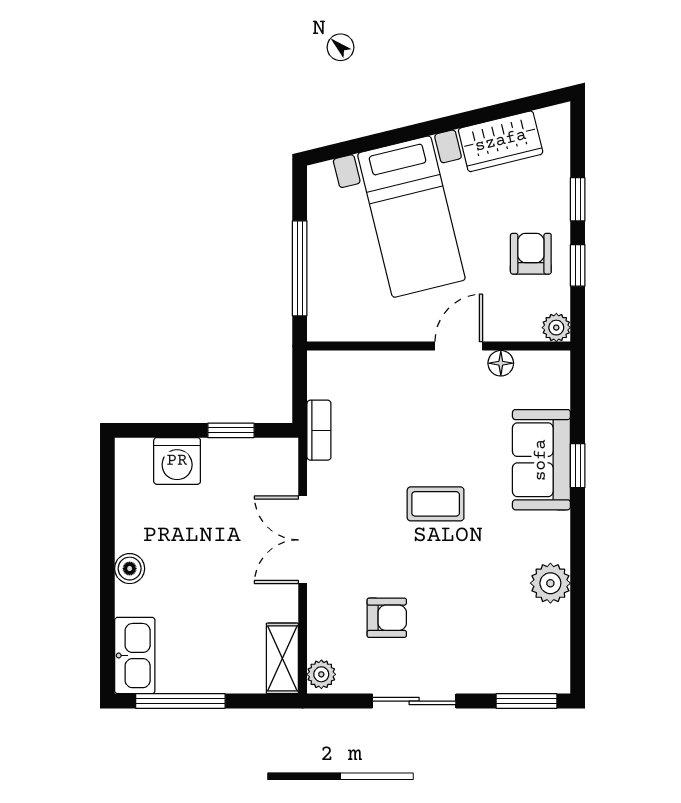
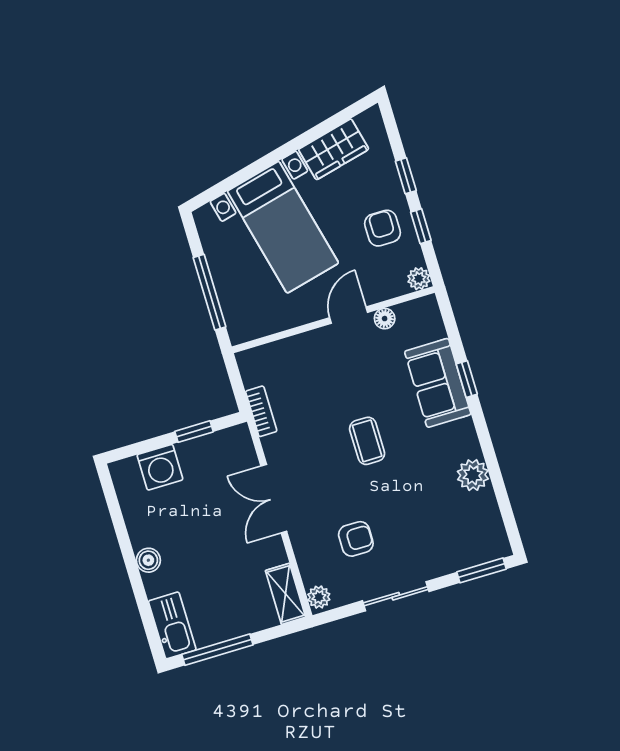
coffee table: (436, 504) -> (367, 441), turned 90

